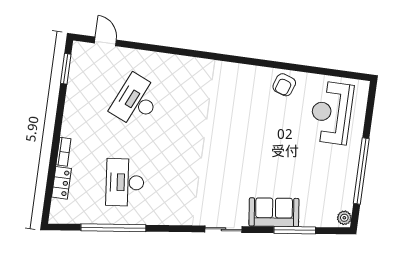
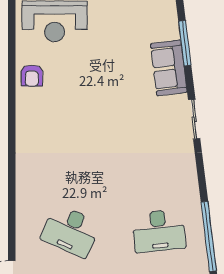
armchair: (284, 85) -> (32, 76), turned 71

